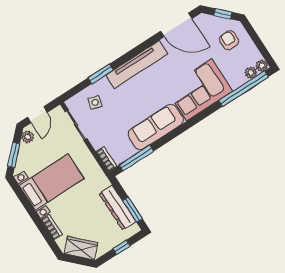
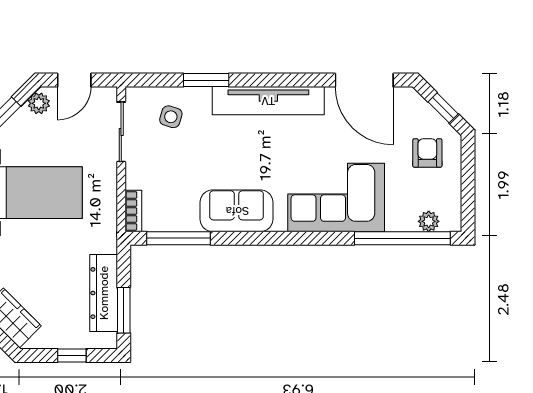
plant: (262, 66) -> (451, 221), removed
sofa: (156, 127) -> (237, 211), width x0.73

